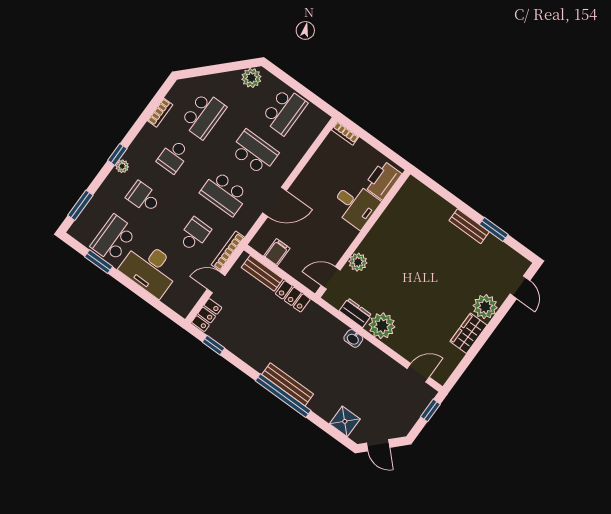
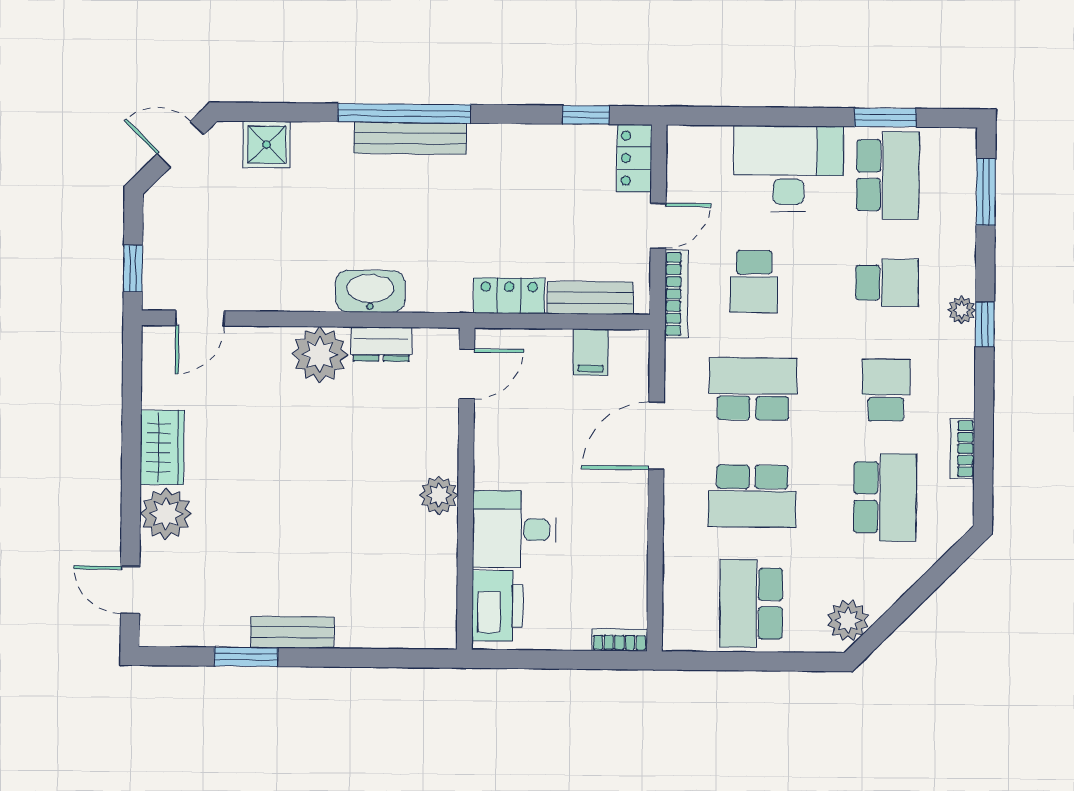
school desk: (203, 115) -> (885, 497), turned 180
plant: (358, 262) -> (439, 495), moved
washbasin: (353, 338) -> (370, 291), width x1.91, depth x1.45

